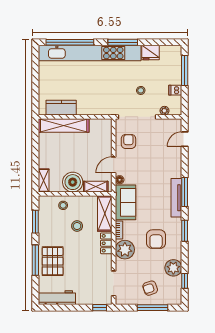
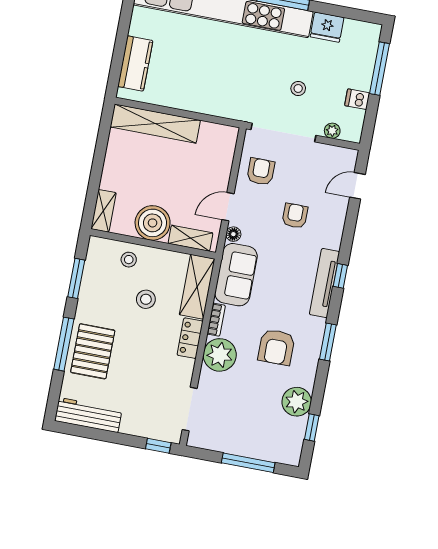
kitchen counter: (61, 108) -> (135, 63), moved, turned 90
window: (185, 192) -> (340, 276), width x0.46
armchair: (150, 288) -> (295, 216), moved, turned 109

